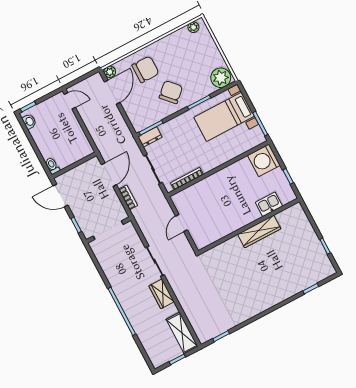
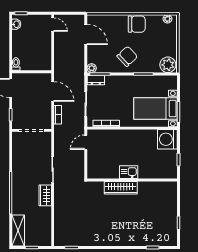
chair: (145, 69) -> (137, 24), moved
plant: (110, 72) -> (92, 68), moved
door: (112, 92) -> (86, 34), hinge flipped
bed with nightstands: (224, 117) -> (156, 109), moved
door: (109, 175) -> (53, 91), hinge flipped
kitchen sink: (269, 204) -> (129, 172), moved
door: (181, 223) -> (86, 142), moved
wardrobe: (259, 231) -> (121, 188), moved
shelving: (182, 333) -> (18, 231), moved

